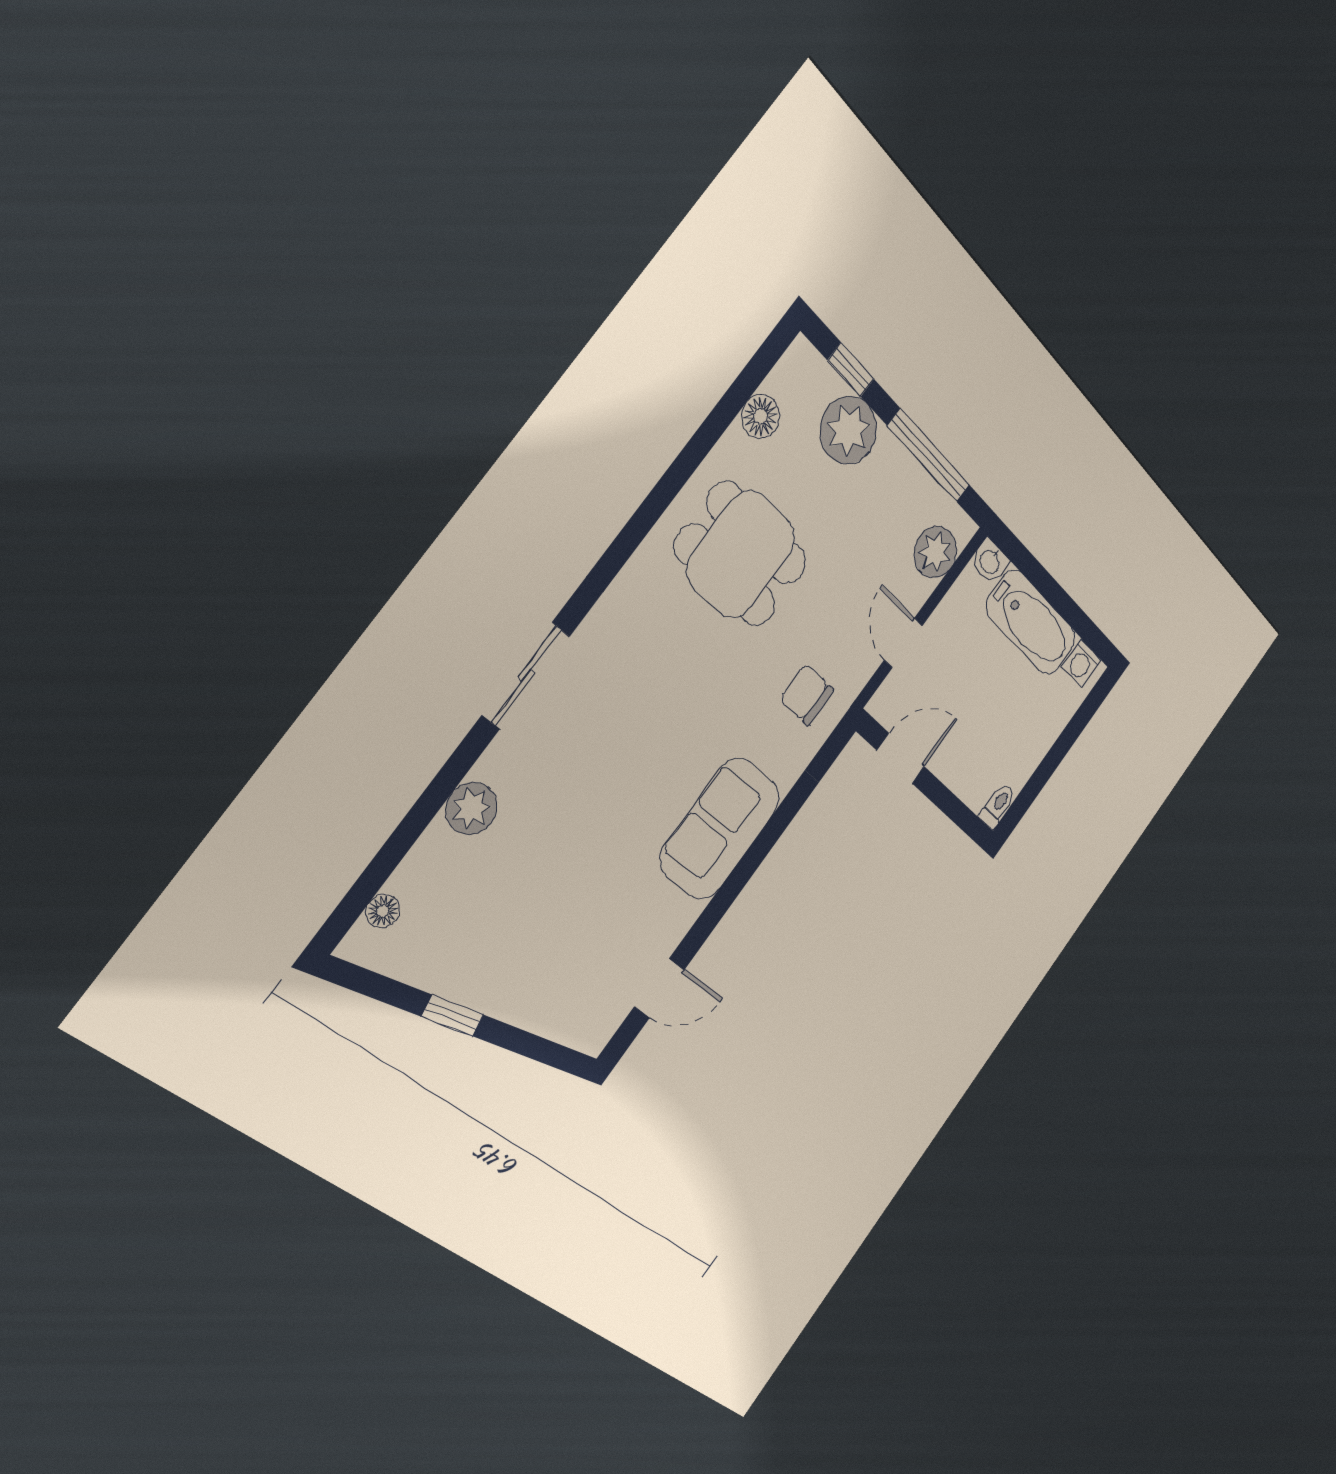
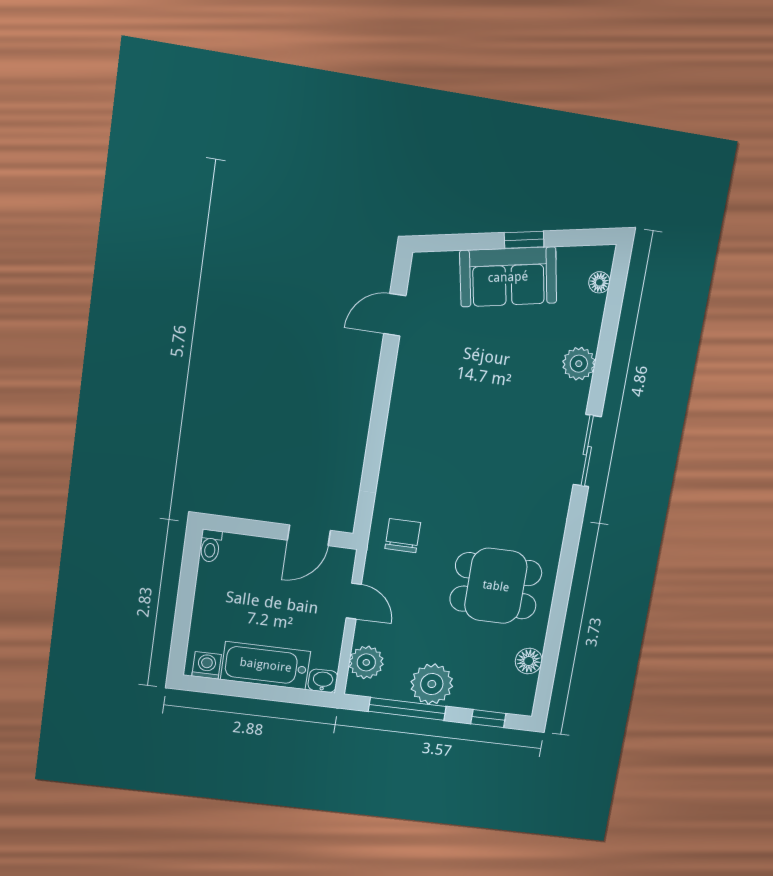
plant: (849, 430) -> (432, 684), moved
chair: (807, 695) -> (403, 536), turned -90
sofa: (720, 829) -> (508, 277), moved, turned 79

